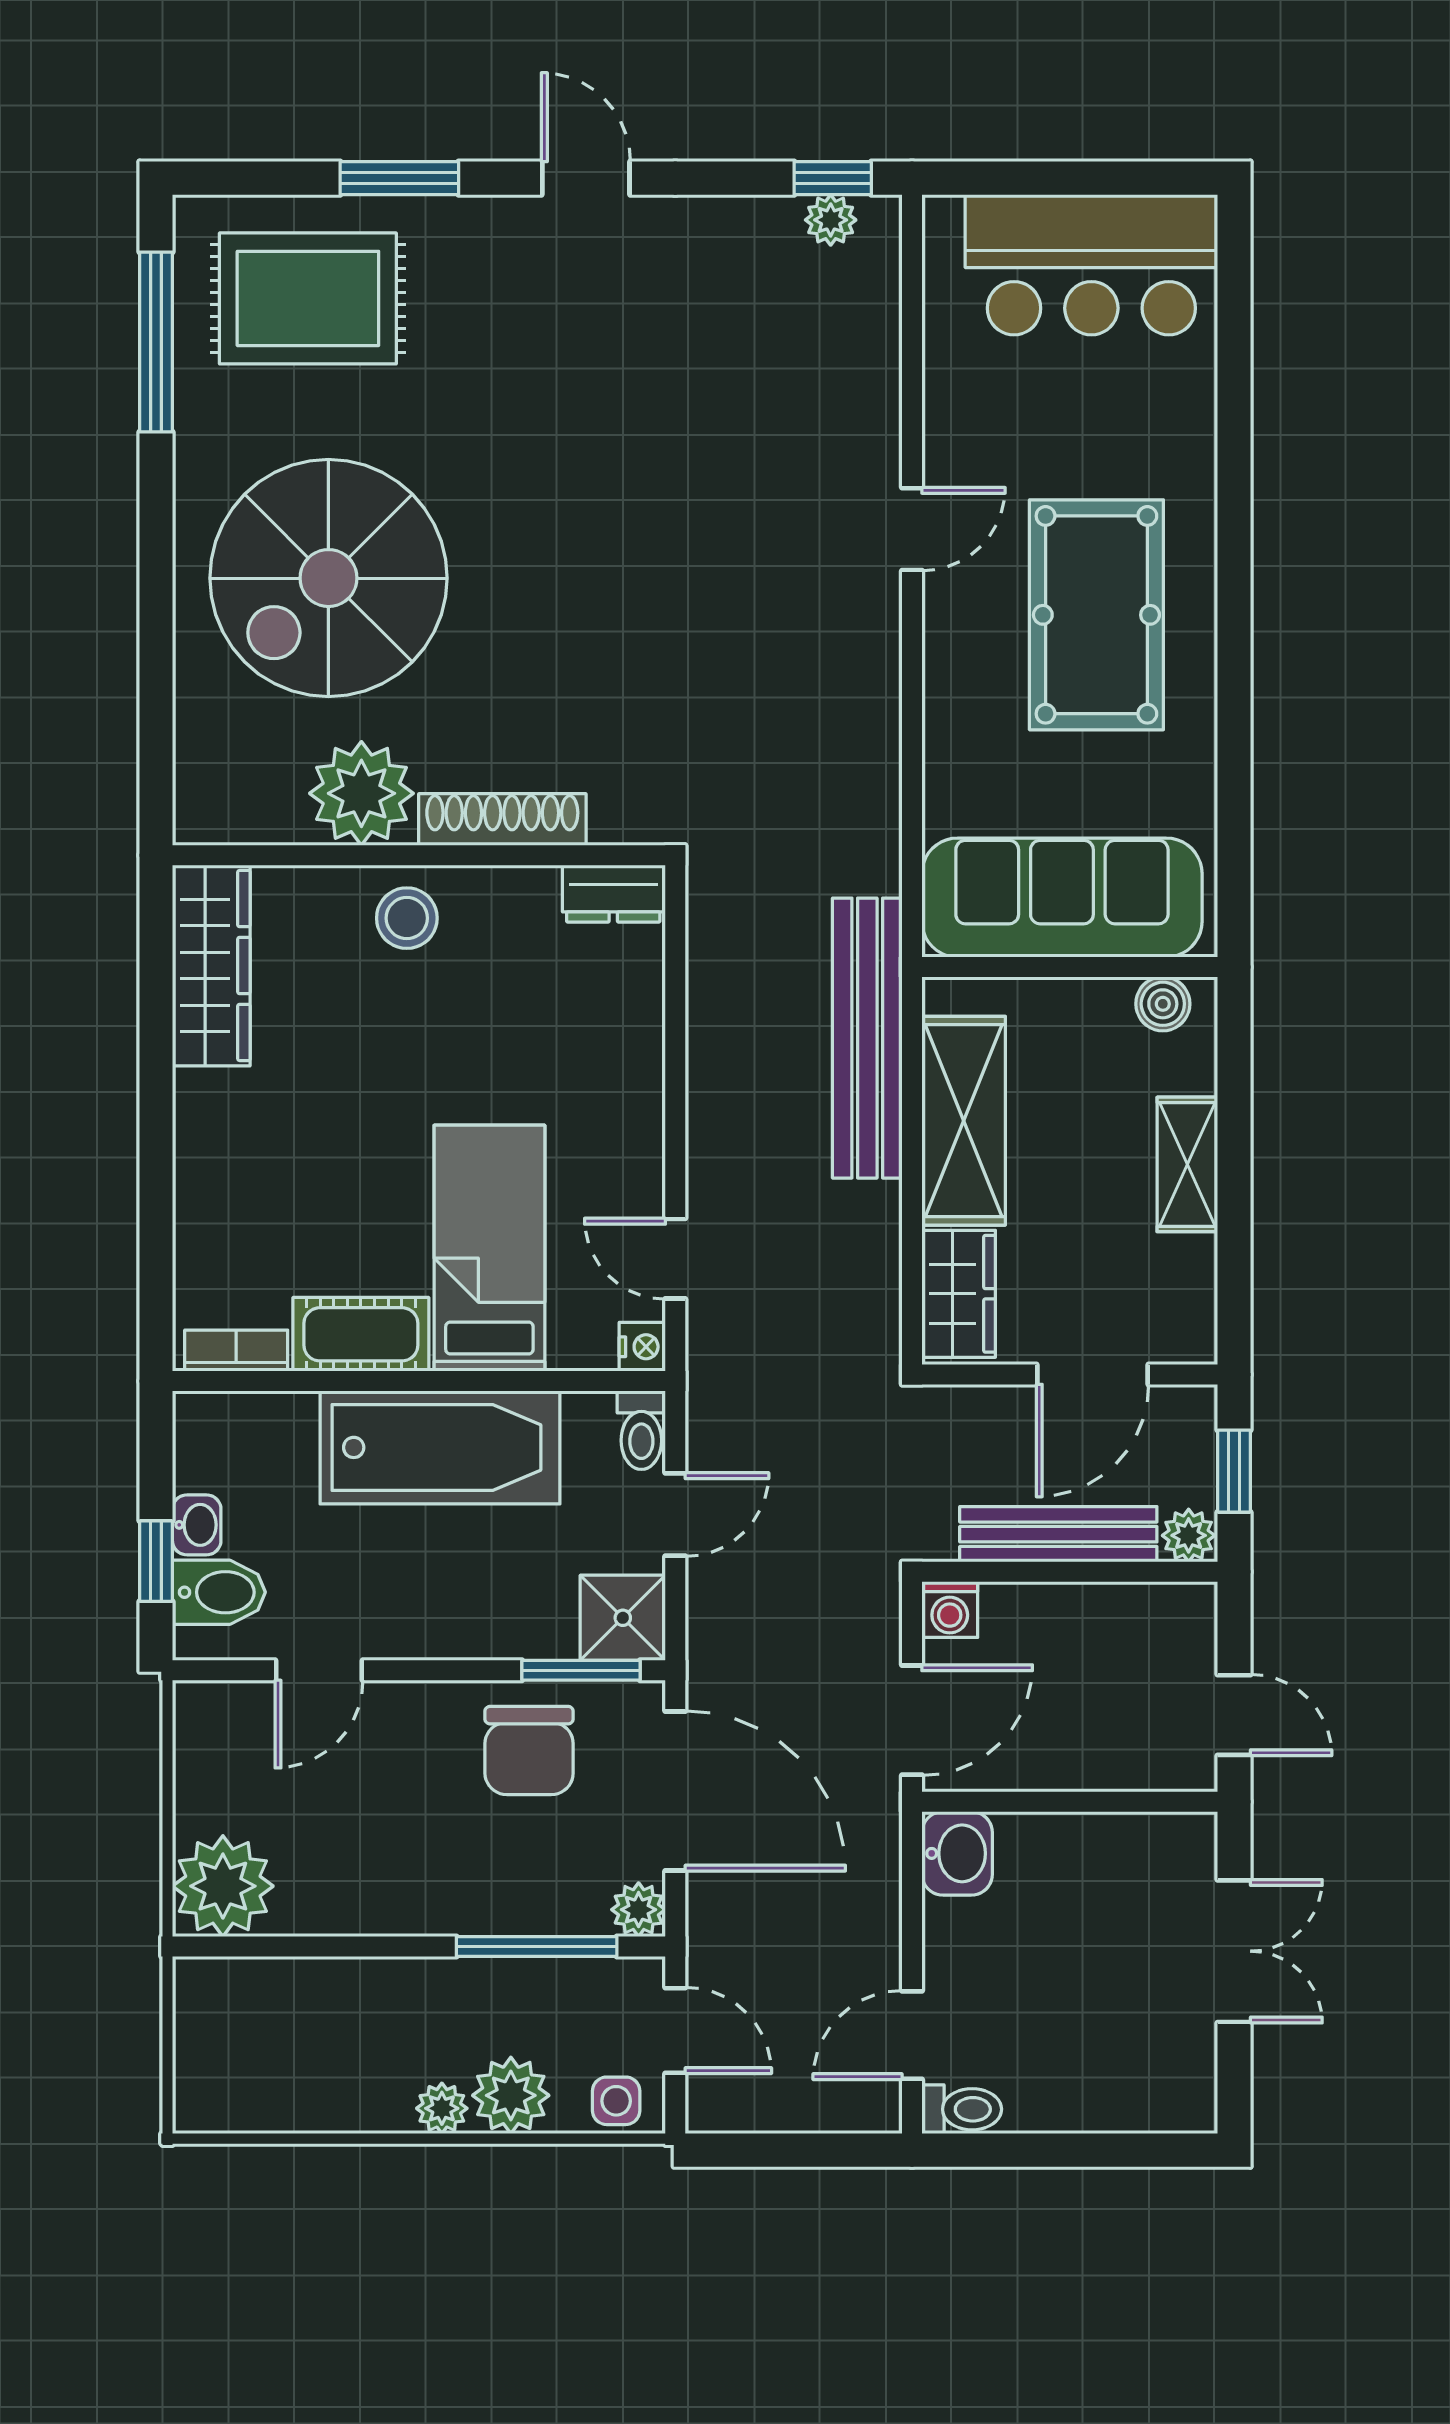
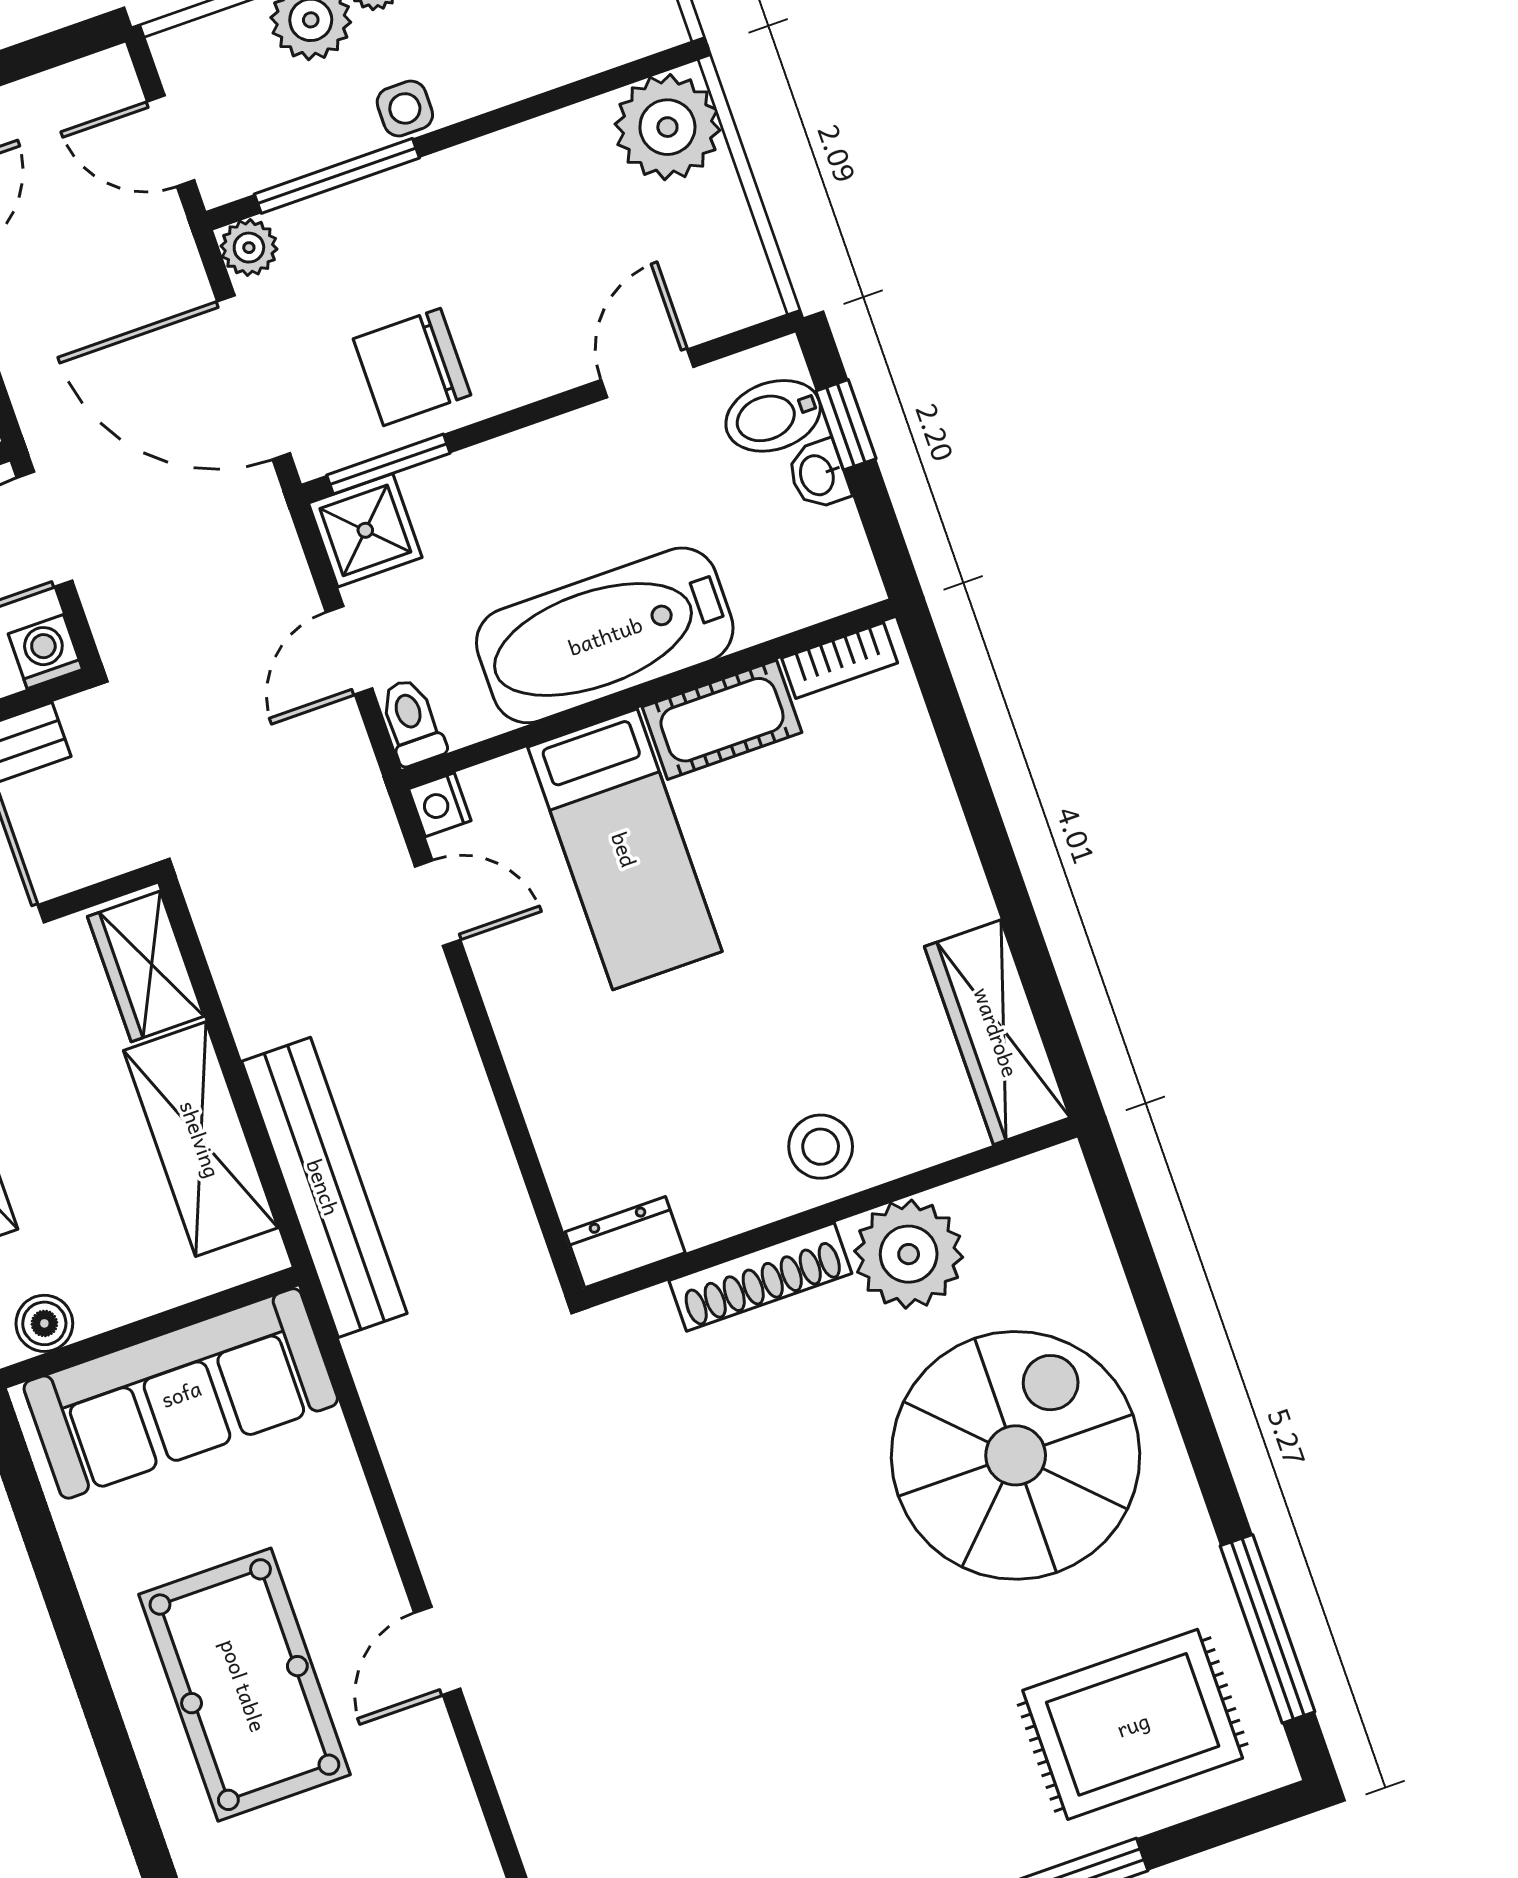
door: (912, 529) -> (437, 1651), moved
chair: (529, 1750) -> (412, 367), turned -90
side table: (616, 2101) -> (405, 108), moved

